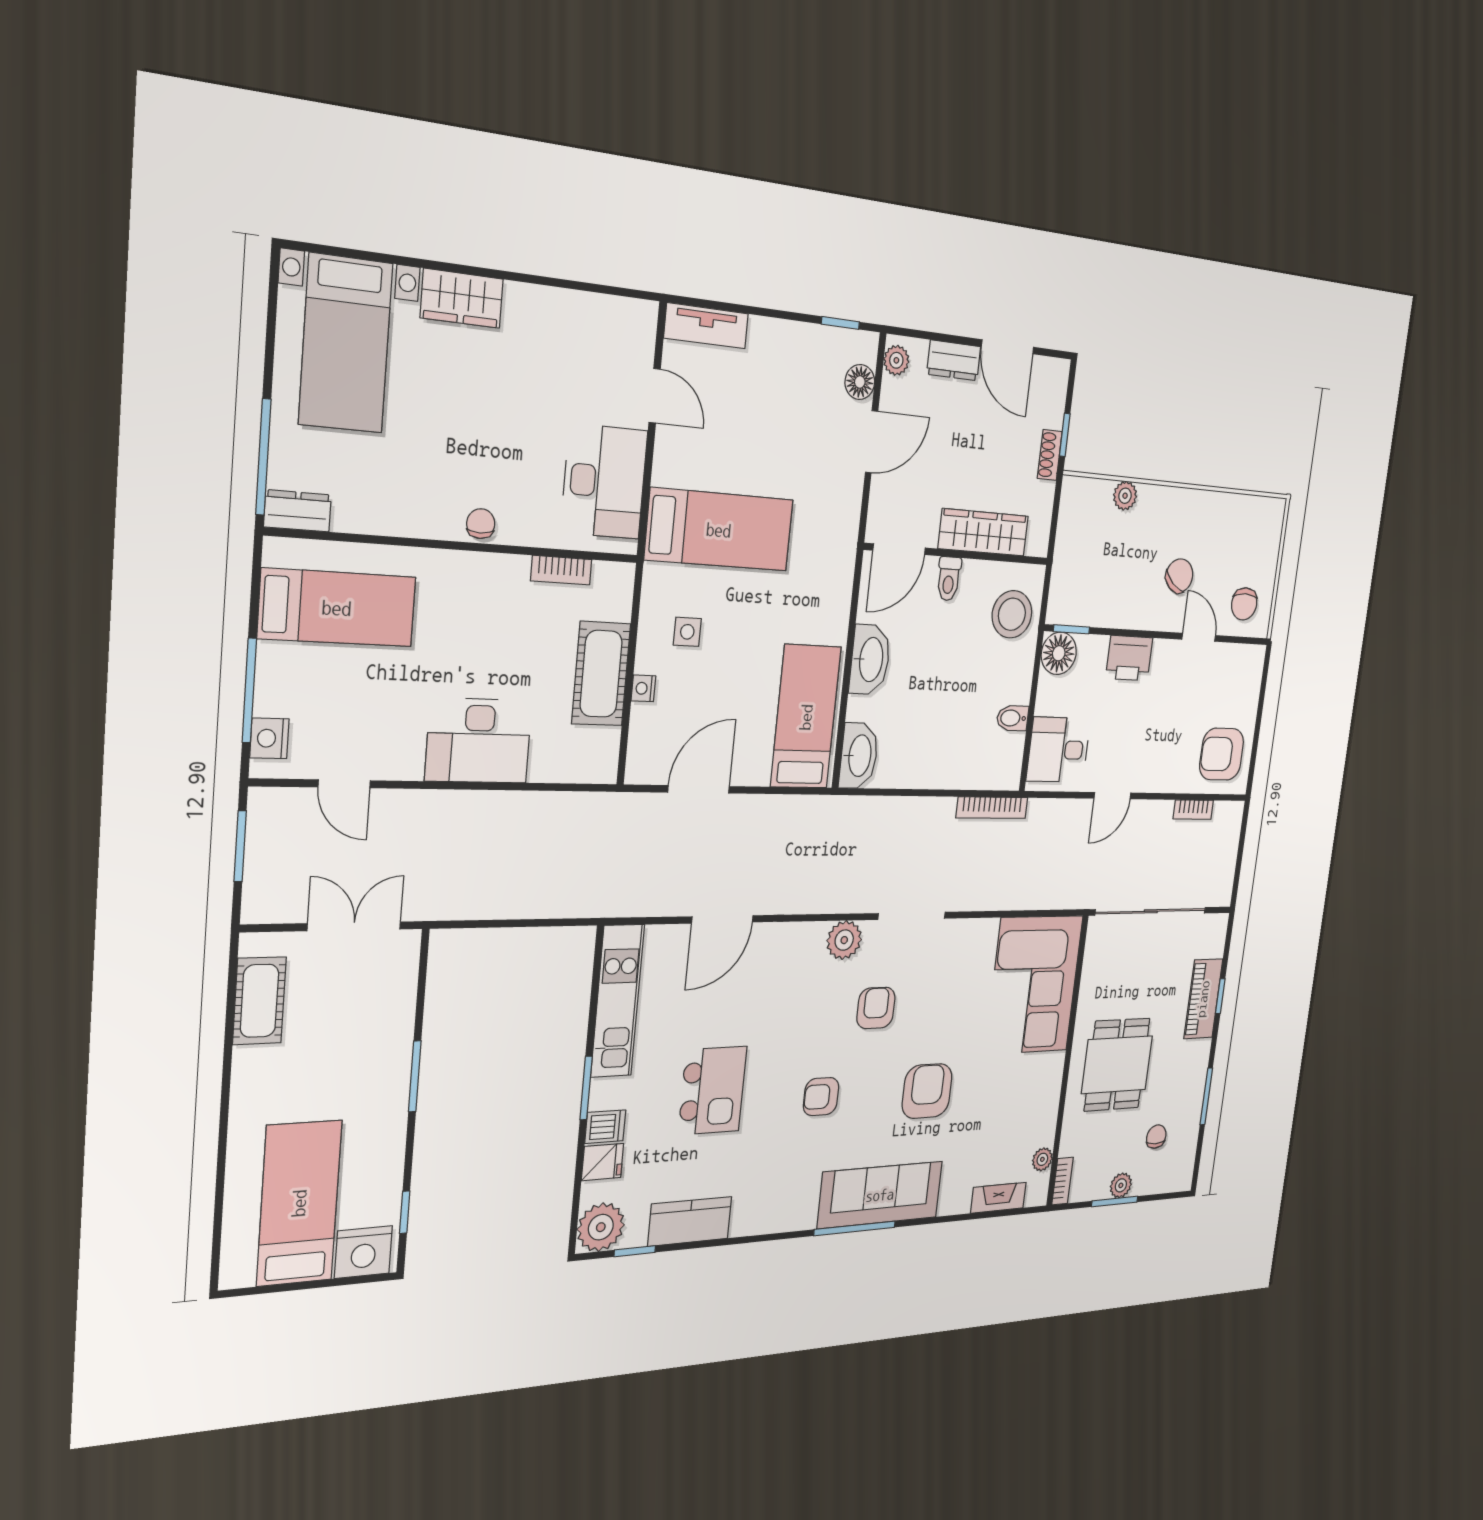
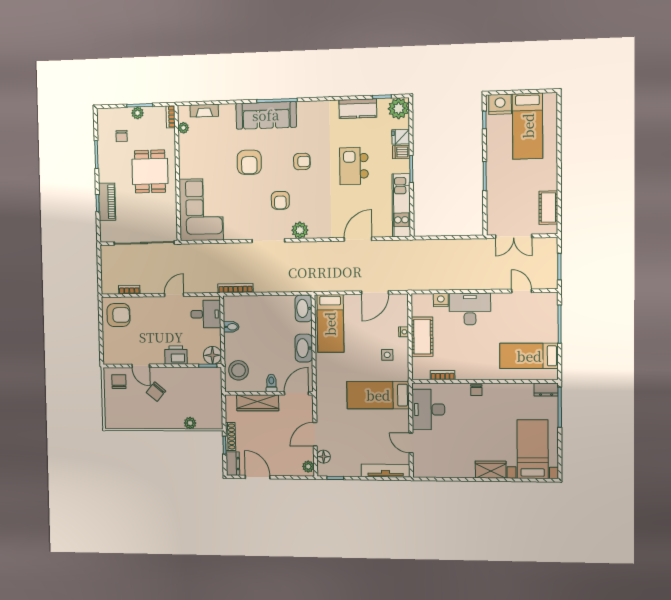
tv unit: (706, 326) -> (386, 471), width x1.41
dresser: (954, 360) -> (233, 464), moved, turned 90
shoe rack: (1050, 455) -> (230, 436), width x1.43
nightstand: (269, 738) -> (441, 300), moved, turned -90

